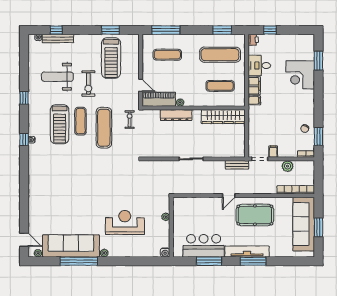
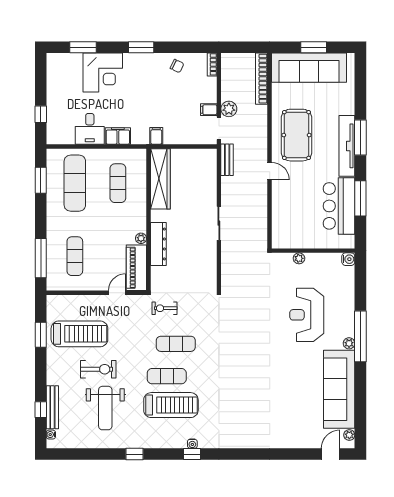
printer: (253, 40) -> (54, 137), removed
exercise bike: (88, 84) -> (98, 369), moved
filing cabinet: (254, 100) -> (156, 136), moved
exercise mat: (104, 128) -> (176, 344), width x0.73, depth x0.69
window: (318, 136) -> (141, 47), moved
plant: (288, 166) -> (229, 109), moved
window: (79, 261) -> (360, 336), moved

